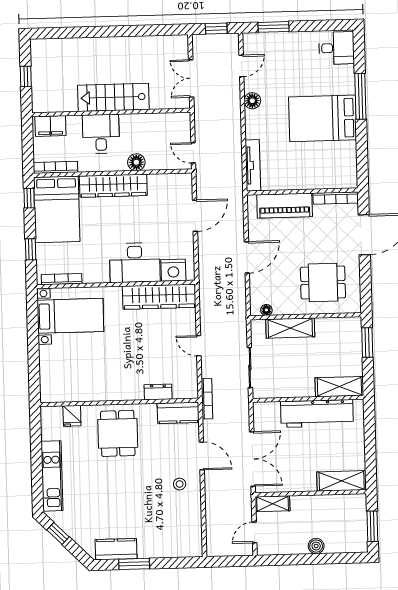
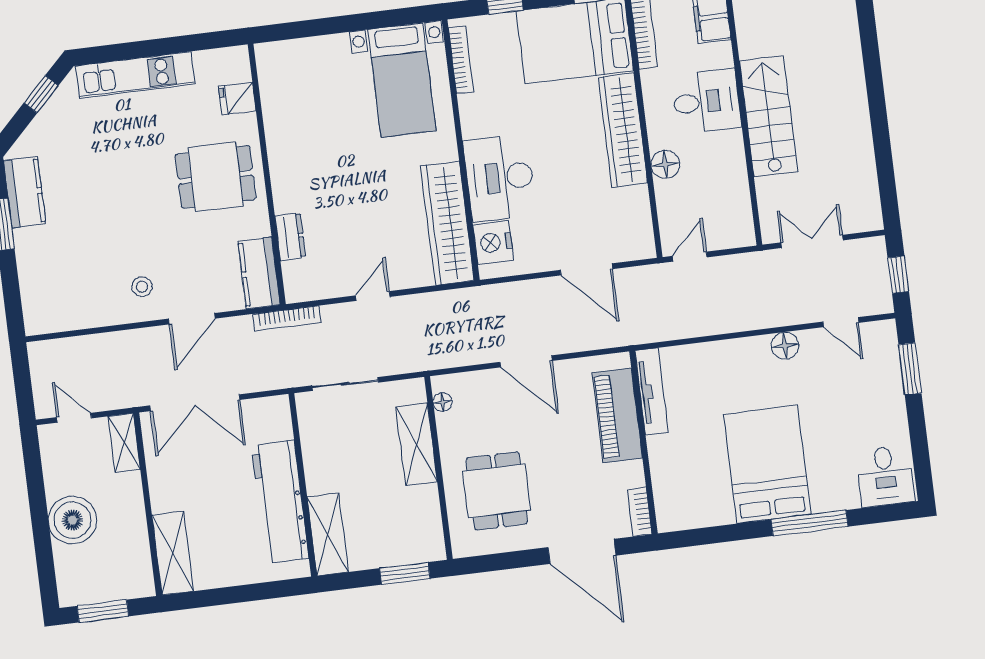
tv unit: (253, 165) -> (652, 392), moved, turned -90
bookcase: (336, 198) -> (640, 512), width x0.64
boiler: (316, 546) -> (73, 520), width x1.86, depth x1.86

